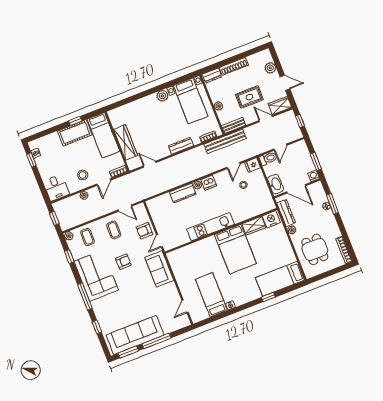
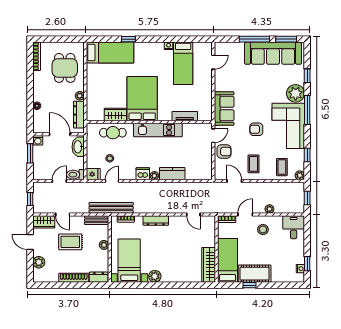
wardrobe: (125, 142) -> (209, 265), moved
window: (332, 204) -> (30, 106), removed
cafe table: (250, 209) -> (113, 133), added
nightstand: (271, 219) -> (96, 114), removed
tv unit: (191, 248) -> (185, 116), added
plant: (101, 307) -> (296, 93), added

